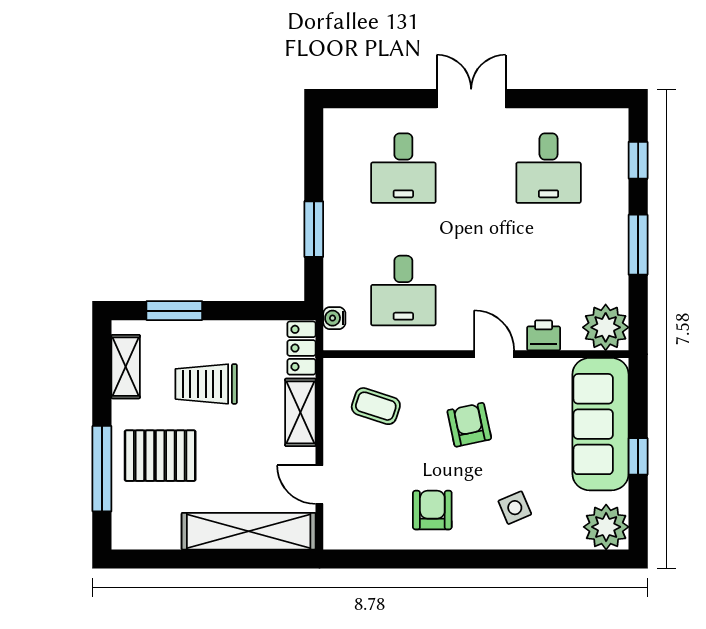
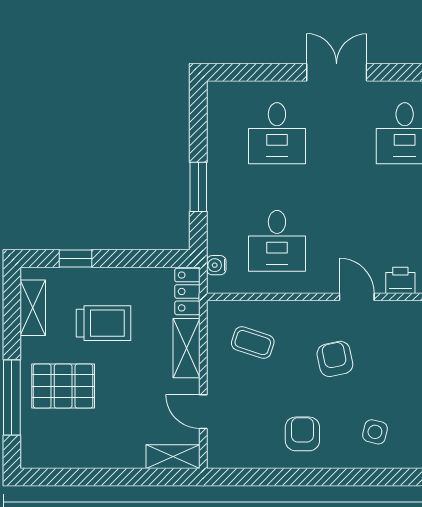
window: (174, 311) -> (76, 258), width x0.67
trolley: (206, 384) -> (103, 323), turned 180
side table: (515, 508) -> (375, 432), turned 37
shelving: (249, 531) -> (173, 457), width x0.45, depth x0.75

